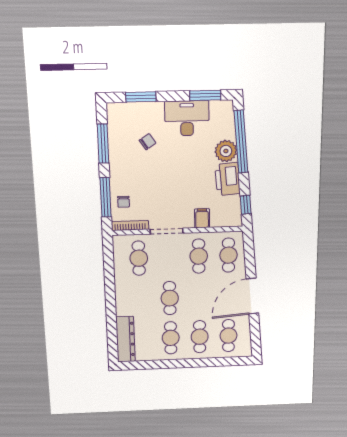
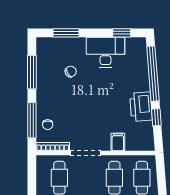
window: (205, 95) -> (122, 33), width x0.67
plant: (226, 151) -> (140, 82), removed
window: (246, 205) -> (156, 117), moved

